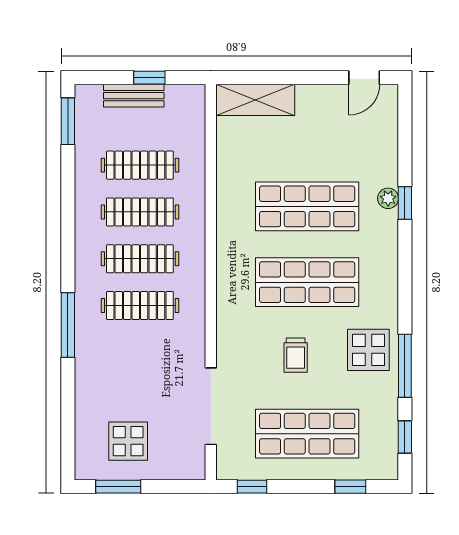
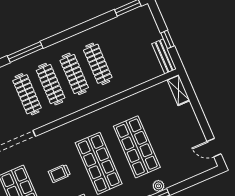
bench: (134, 96) -> (164, 56), moved
shelving: (255, 100) -> (178, 90), width x0.67, depth x0.75
clothes rail: (140, 165) -> (27, 94), moved

